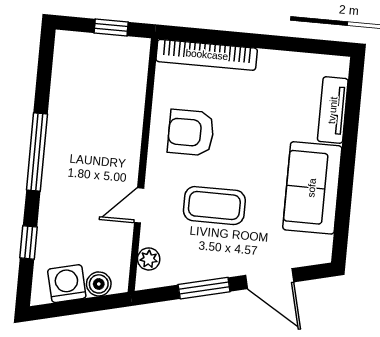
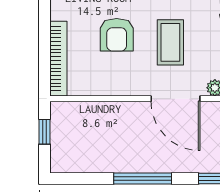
armchair: (191, 133) -> (117, 35), moved
door: (139, 205) -> (176, 99), width x1.88

